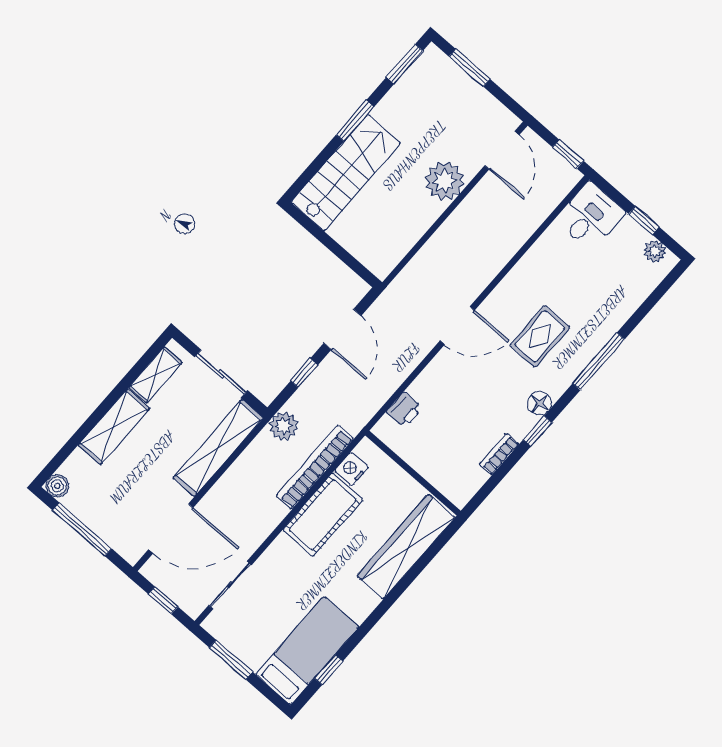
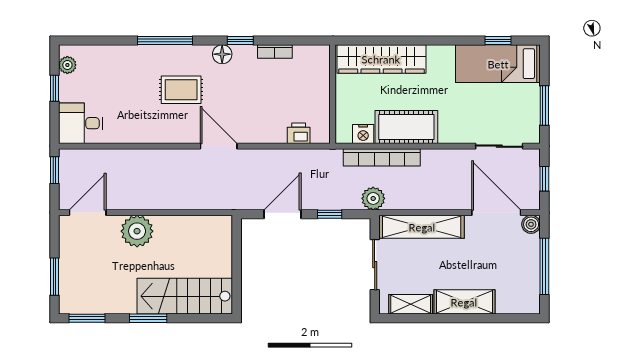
boiler: (57, 486) -> (531, 224), moved

